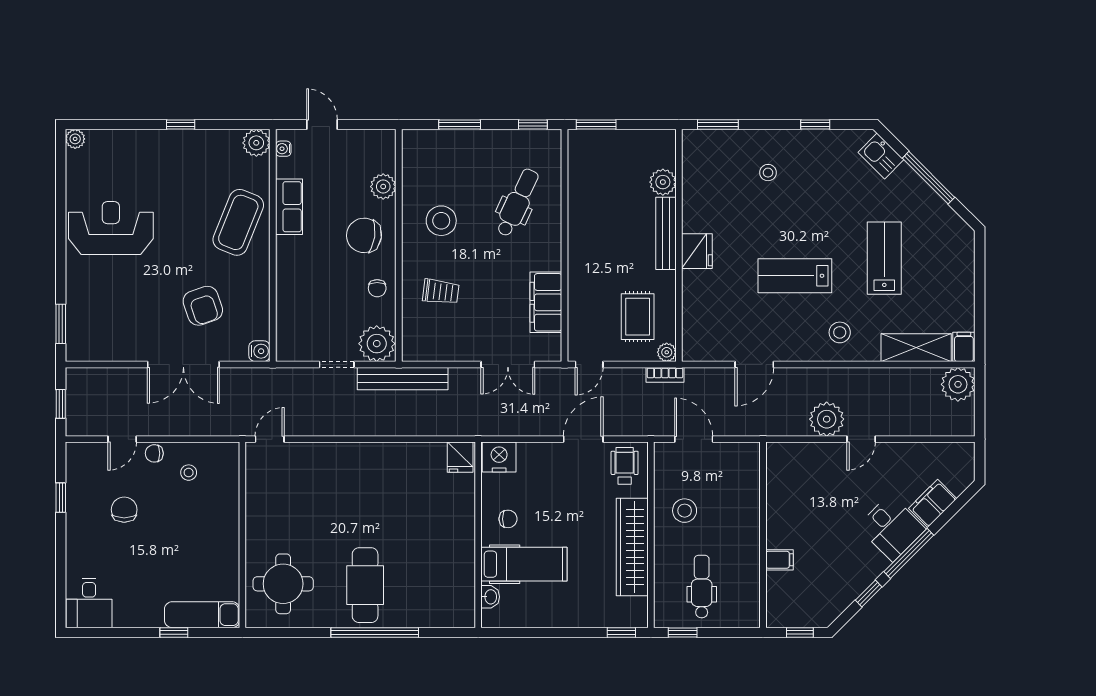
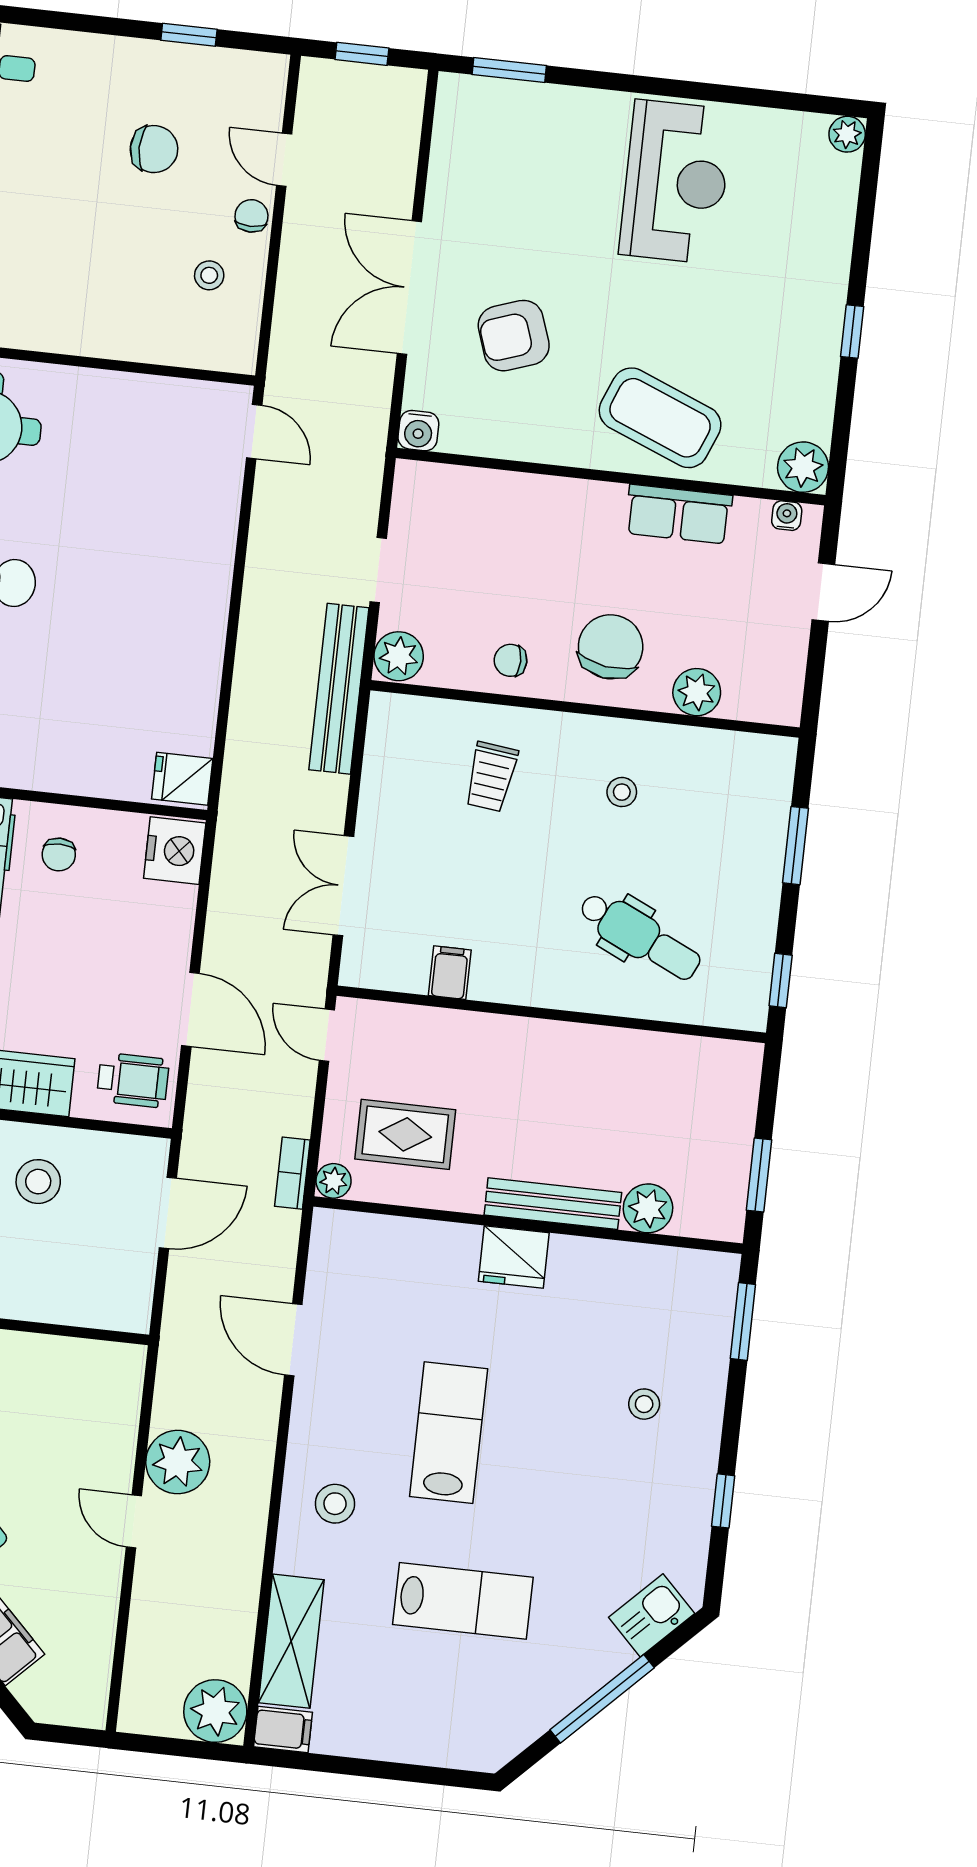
window: (596, 124) -> (759, 1175), moved
stool: (441, 221) -> (622, 792), width x0.53, depth x0.53
filing cabinet: (546, 302) -> (450, 973), width x0.33, depth x0.86
plant: (377, 344) -> (399, 656), width x0.73, depth x0.73

